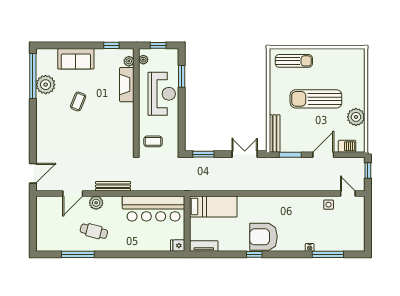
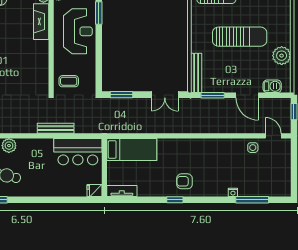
sun lounger: (316, 99) -> (240, 37), turned 180
double door: (245, 154) -> (165, 95), swing flipped
door: (323, 155) -> (247, 95), swing flipped
bench: (113, 186) -> (56, 128), moved
bar counter: (154, 209) -> (78, 152), width x0.73
armchair: (263, 237) -> (184, 181), width x0.53, depth x0.53

